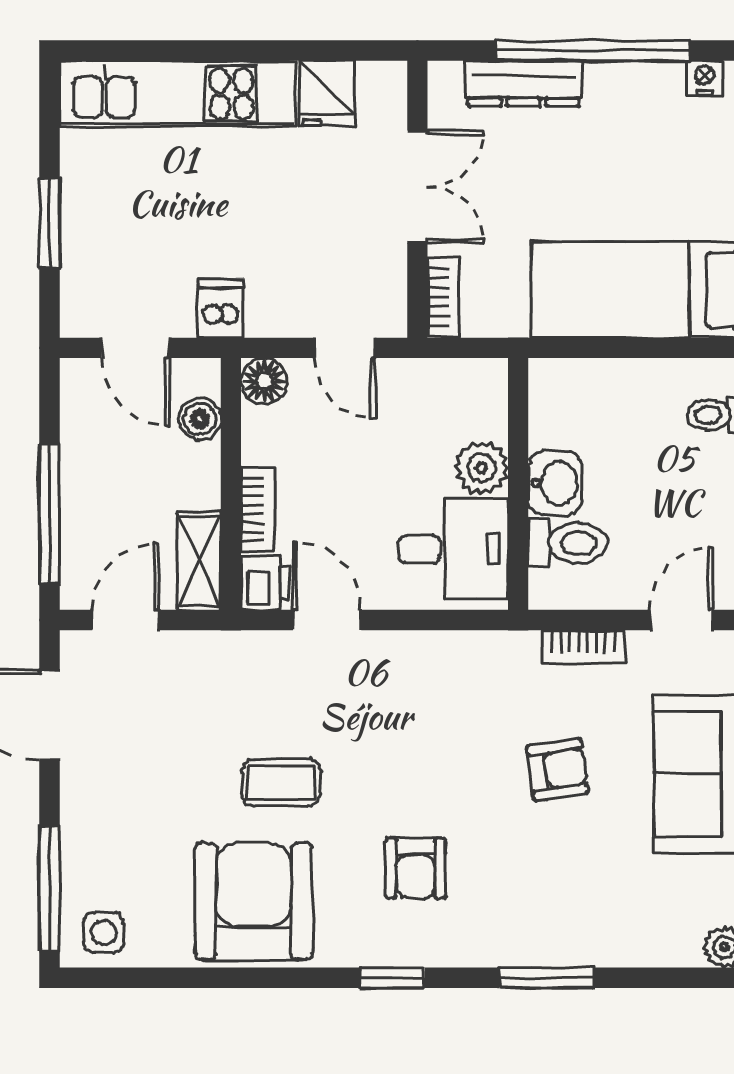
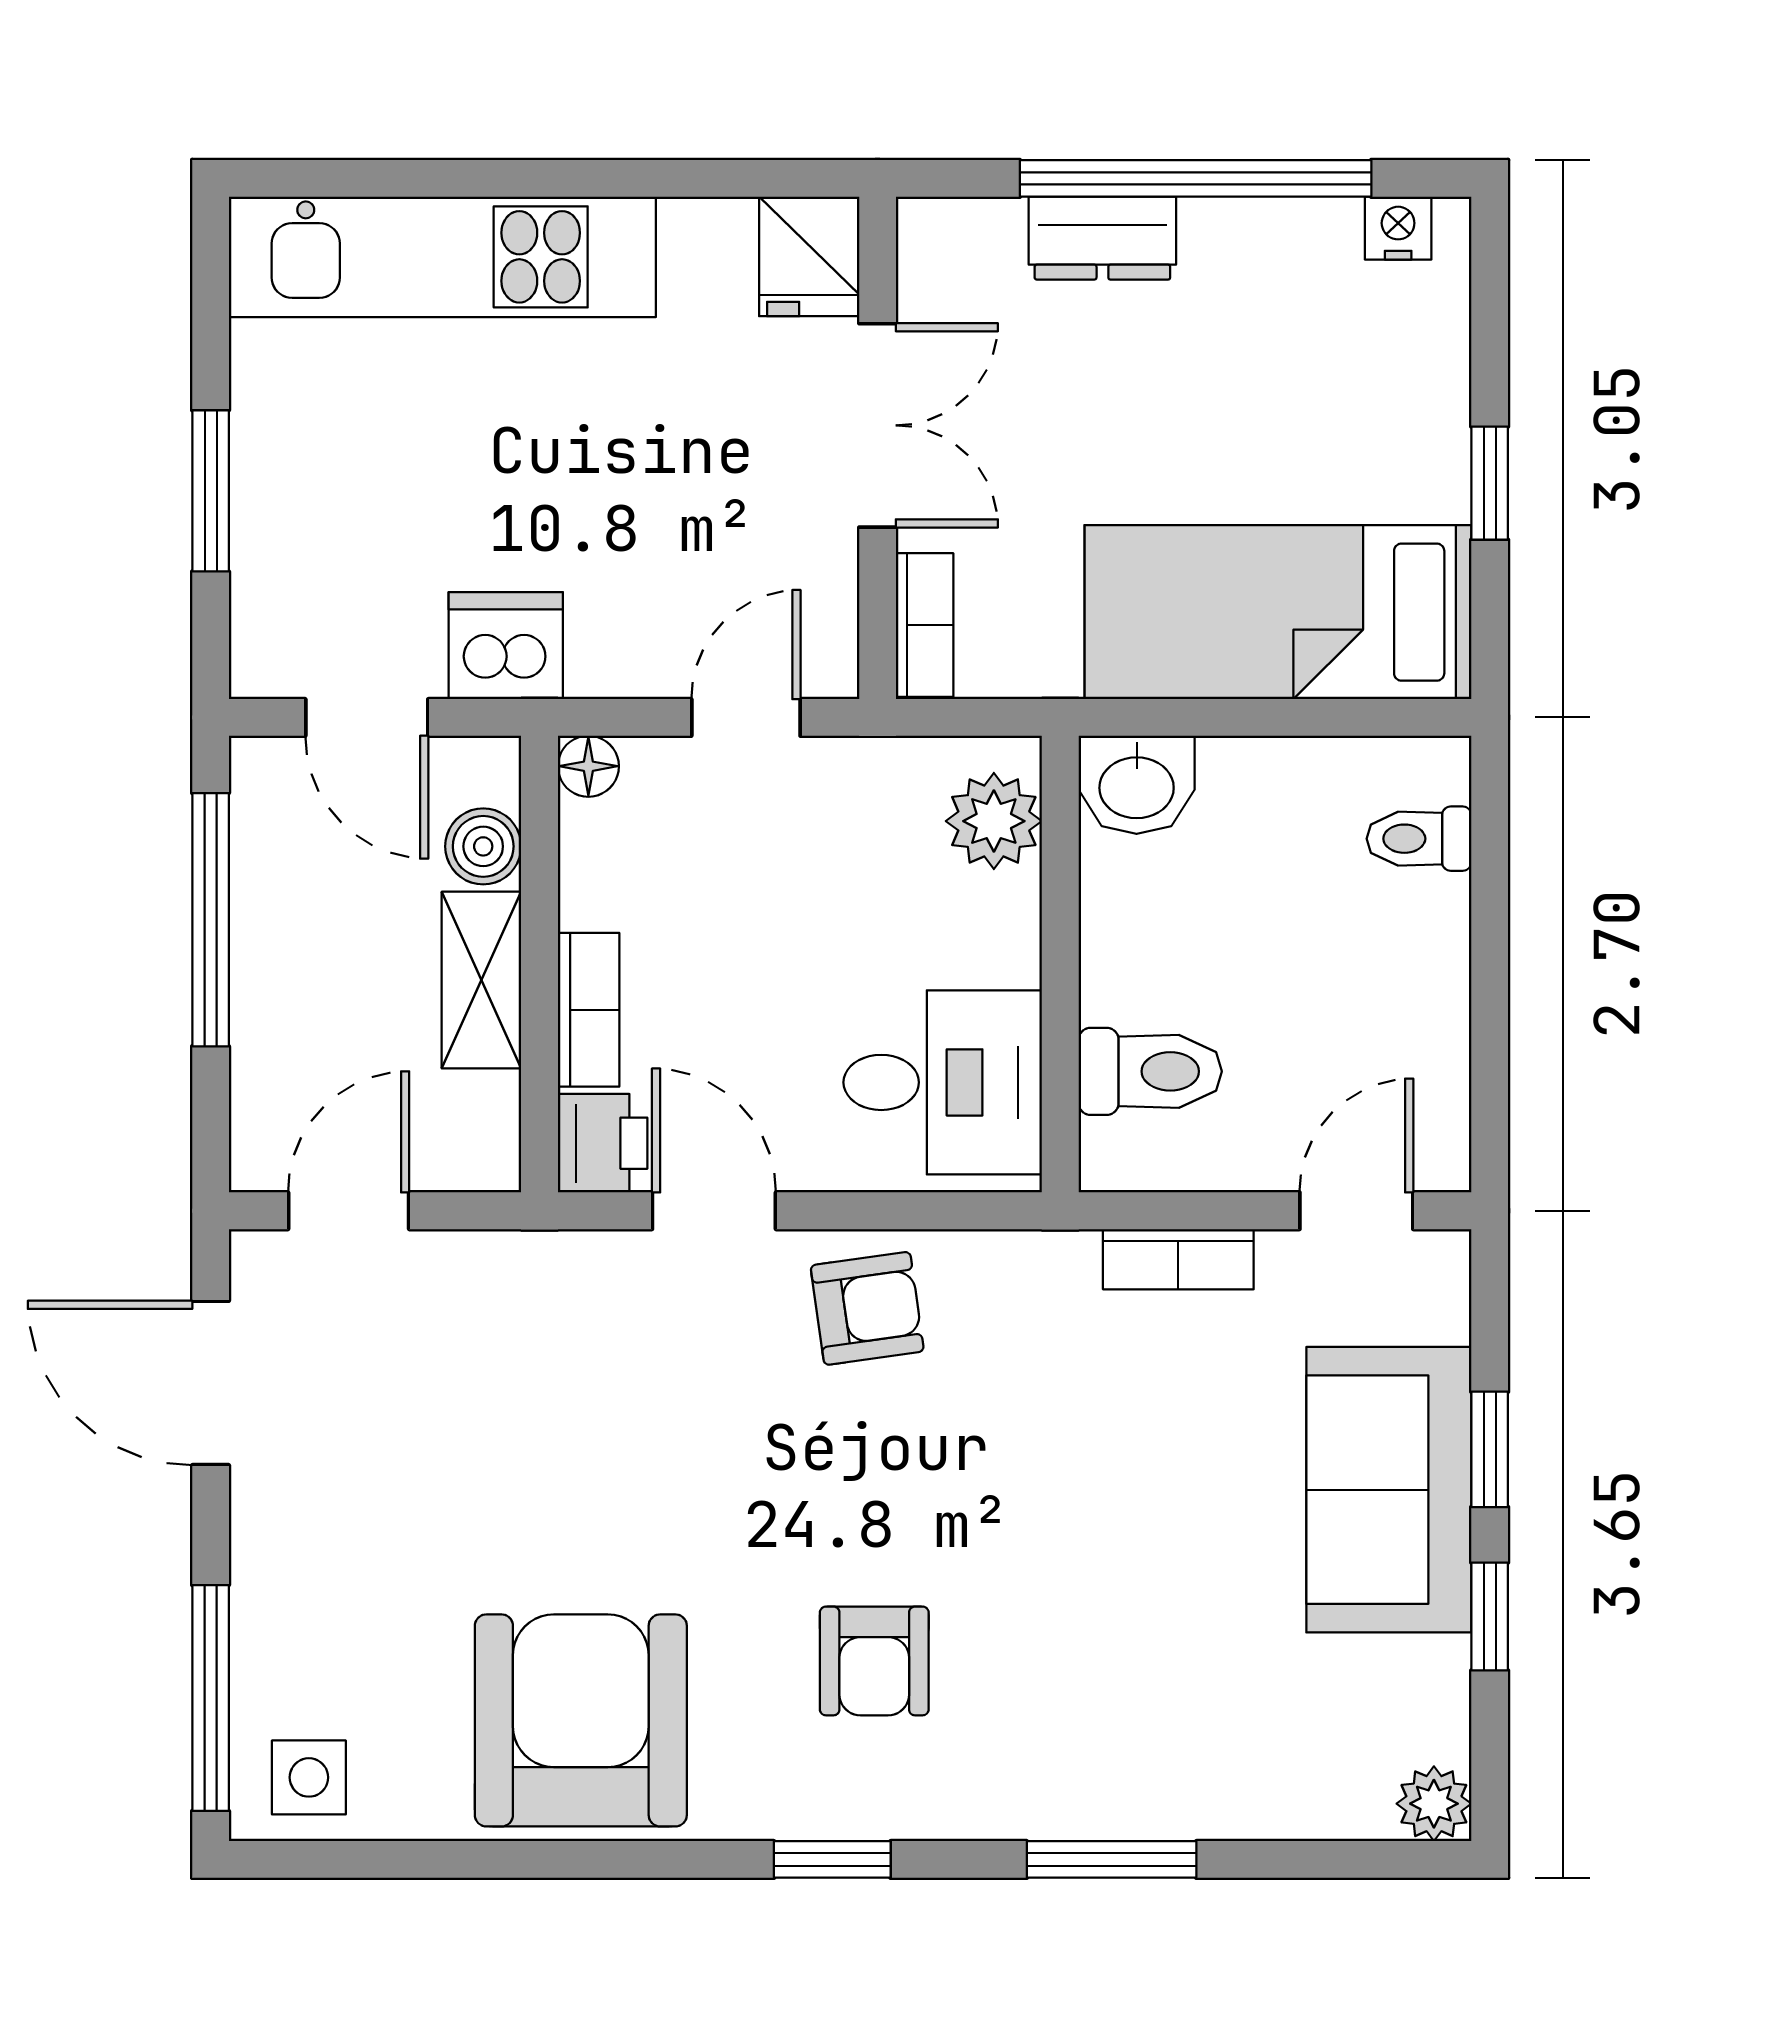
dresser: (524, 83) -> (1102, 238), width x0.70
fridge: (327, 94) -> (809, 256), moved
dishwasher: (221, 308) -> (506, 646), width x1.38
door: (345, 348) -> (746, 717), swing flipped
floor lamp: (264, 381) -> (588, 766), width x0.73, depth x0.73
plant: (481, 468) -> (994, 821), moved
washbasin: (555, 483) -> (1137, 785), moved, turned 90
window: (49, 514) -> (211, 920), moved
shelving: (199, 561) -> (481, 980), moved
armchair: (557, 770) -> (867, 1308), moved
coffee table: (281, 783) -> (631, 1505), removed

